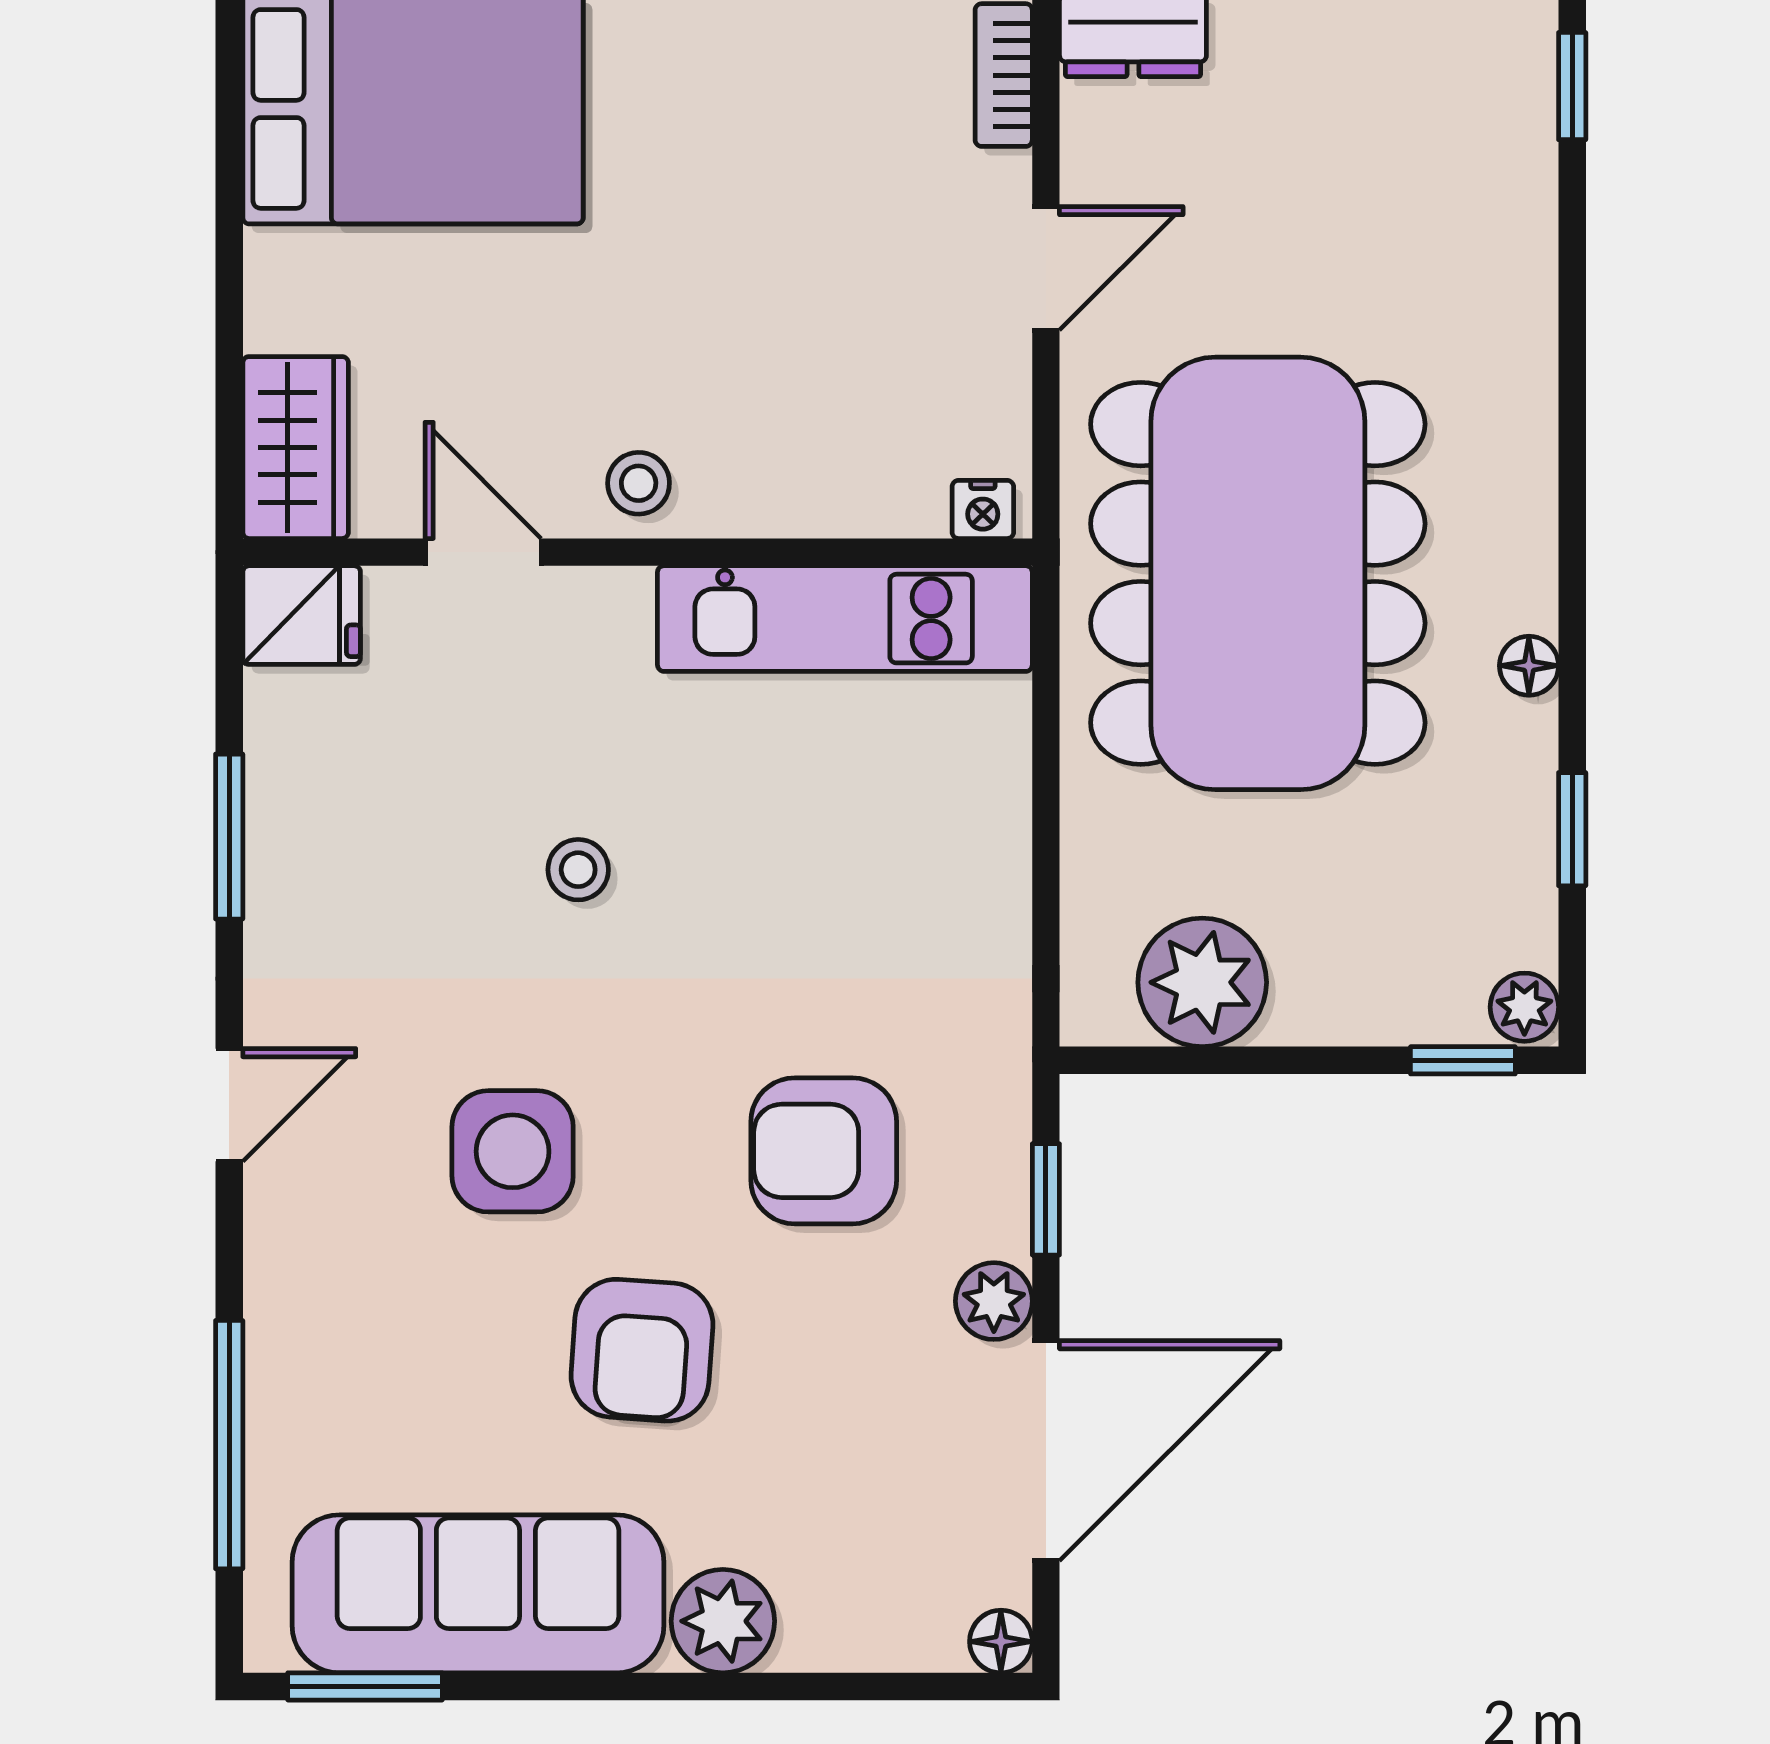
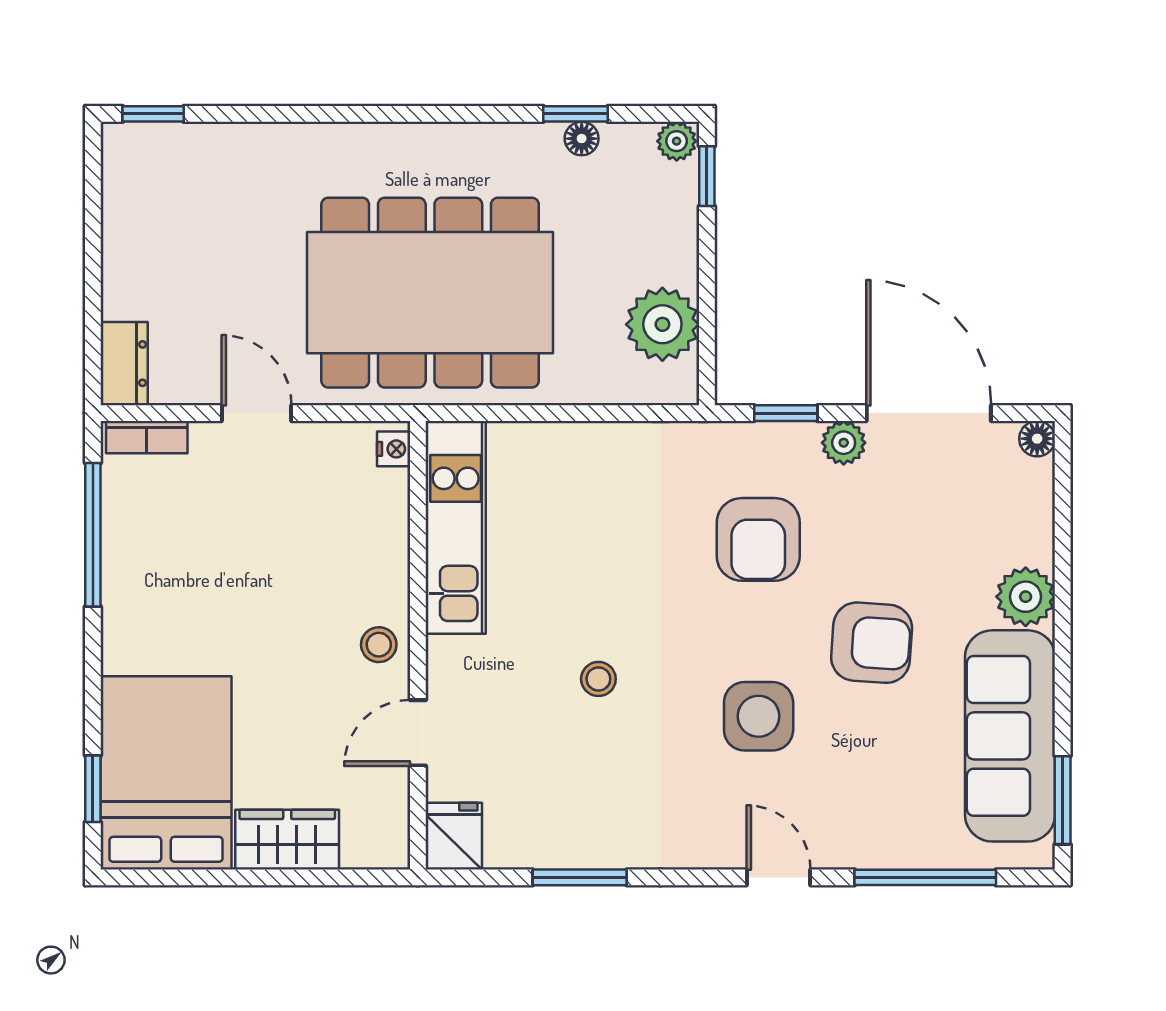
wardrobe: (296, 448) -> (287, 840), moved
floor lamp: (1529, 666) -> (582, 139), moved
door: (229, 1105) -> (779, 877), moved

